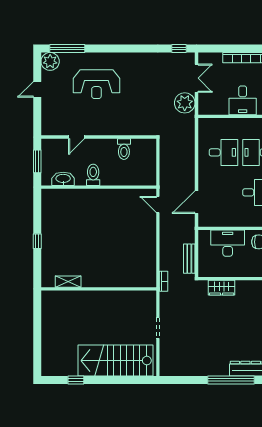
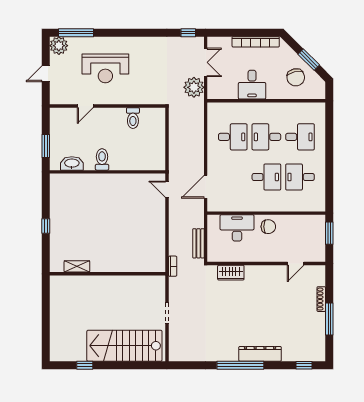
door: (76, 137) -> (85, 106), moved
wall: (99, 137) -> (108, 106), moved
toilet: (124, 149) -> (133, 118), moved

